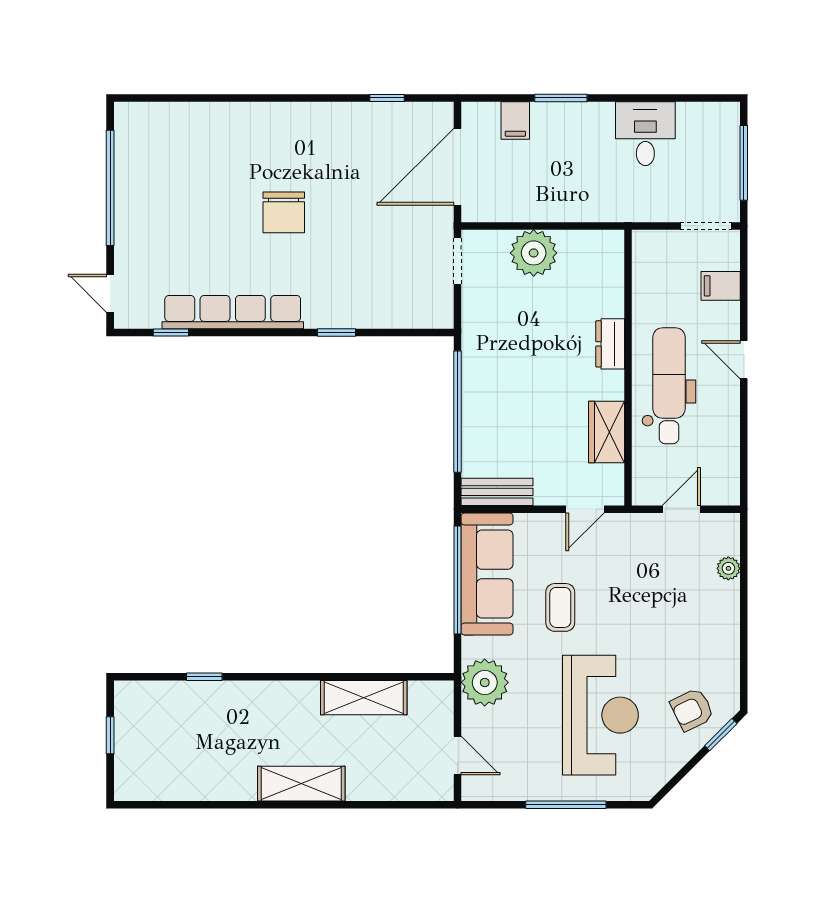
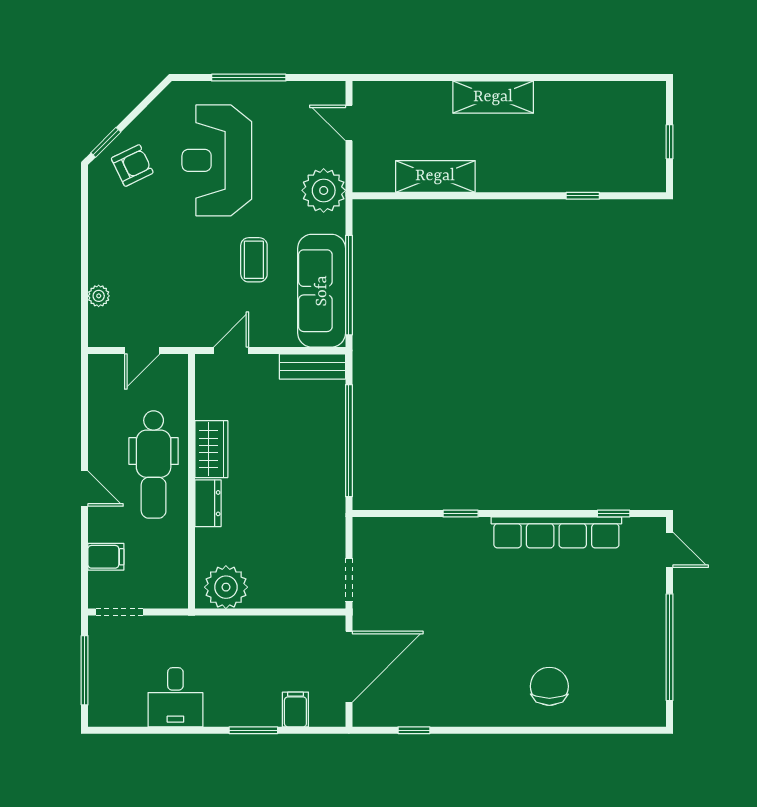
chair: (284, 212) -> (549, 686), moved
plant: (534, 253) -> (226, 587), moved
wardrobe: (606, 432) -> (211, 449), moved

